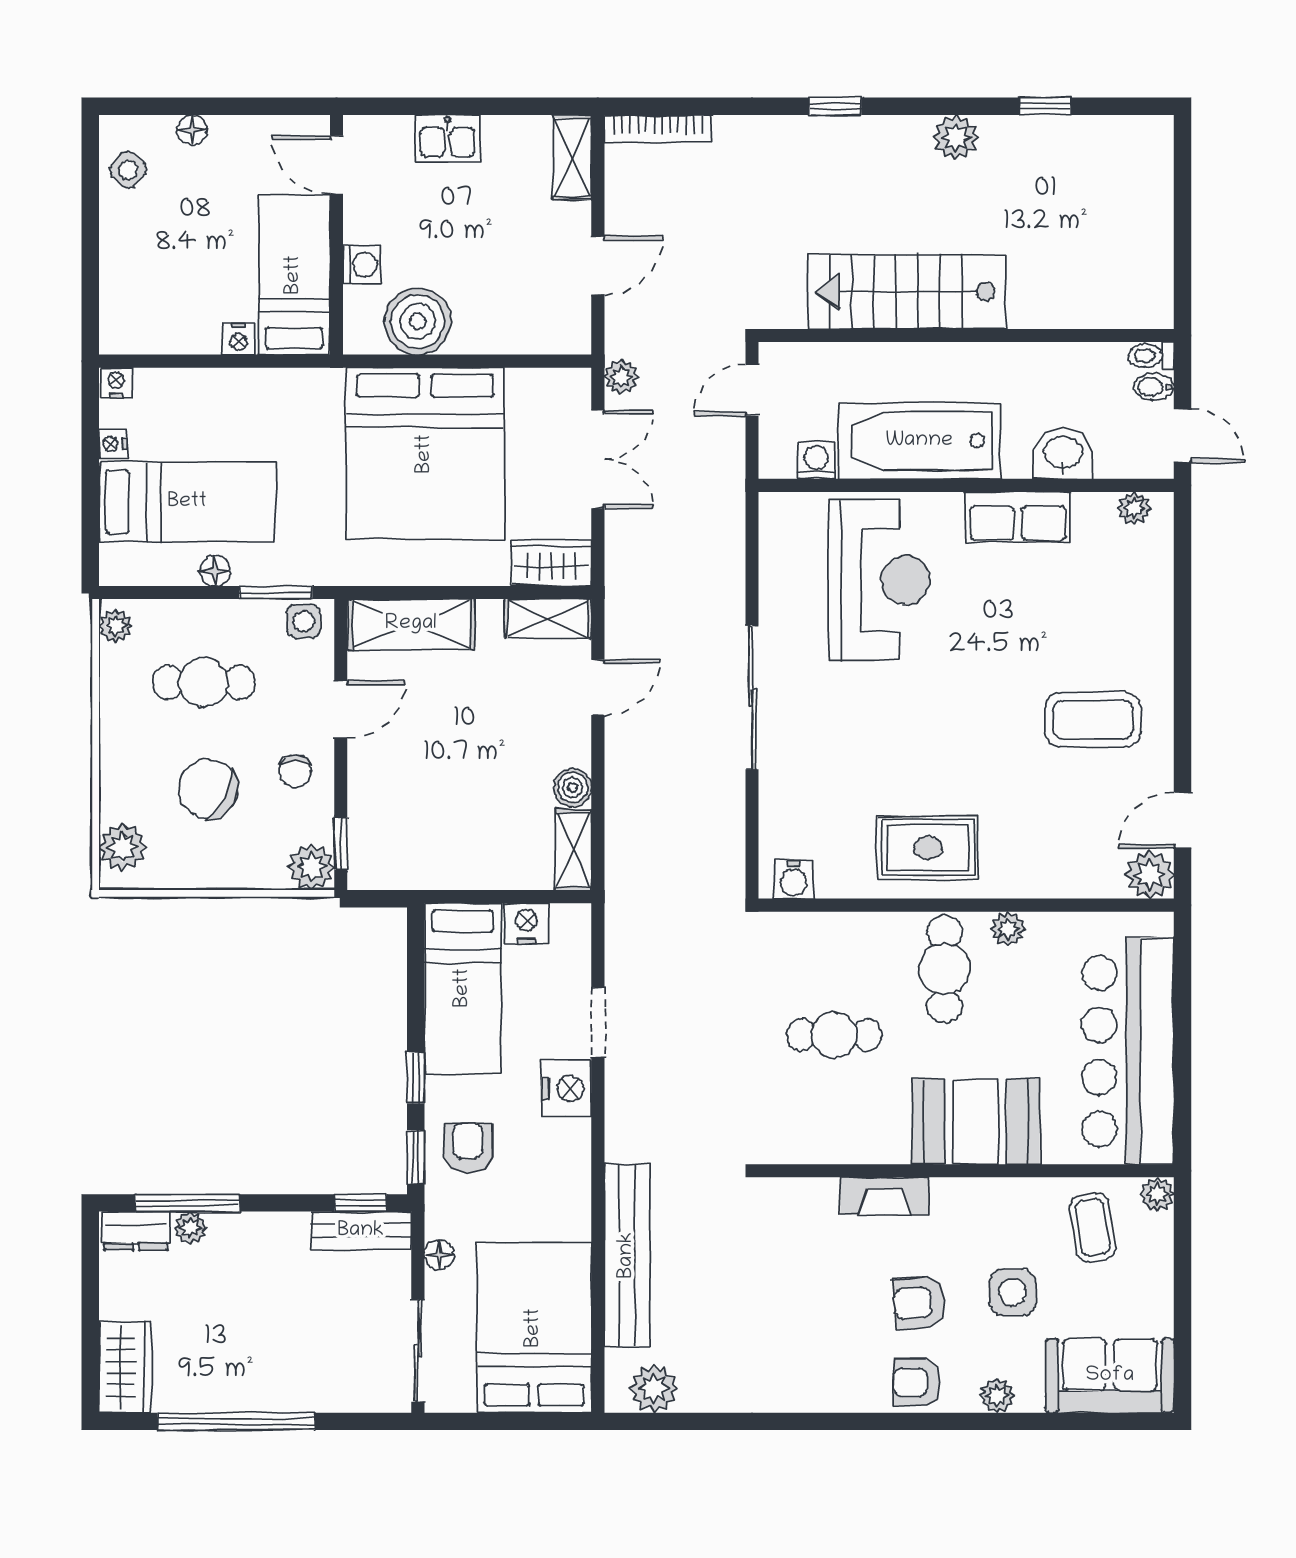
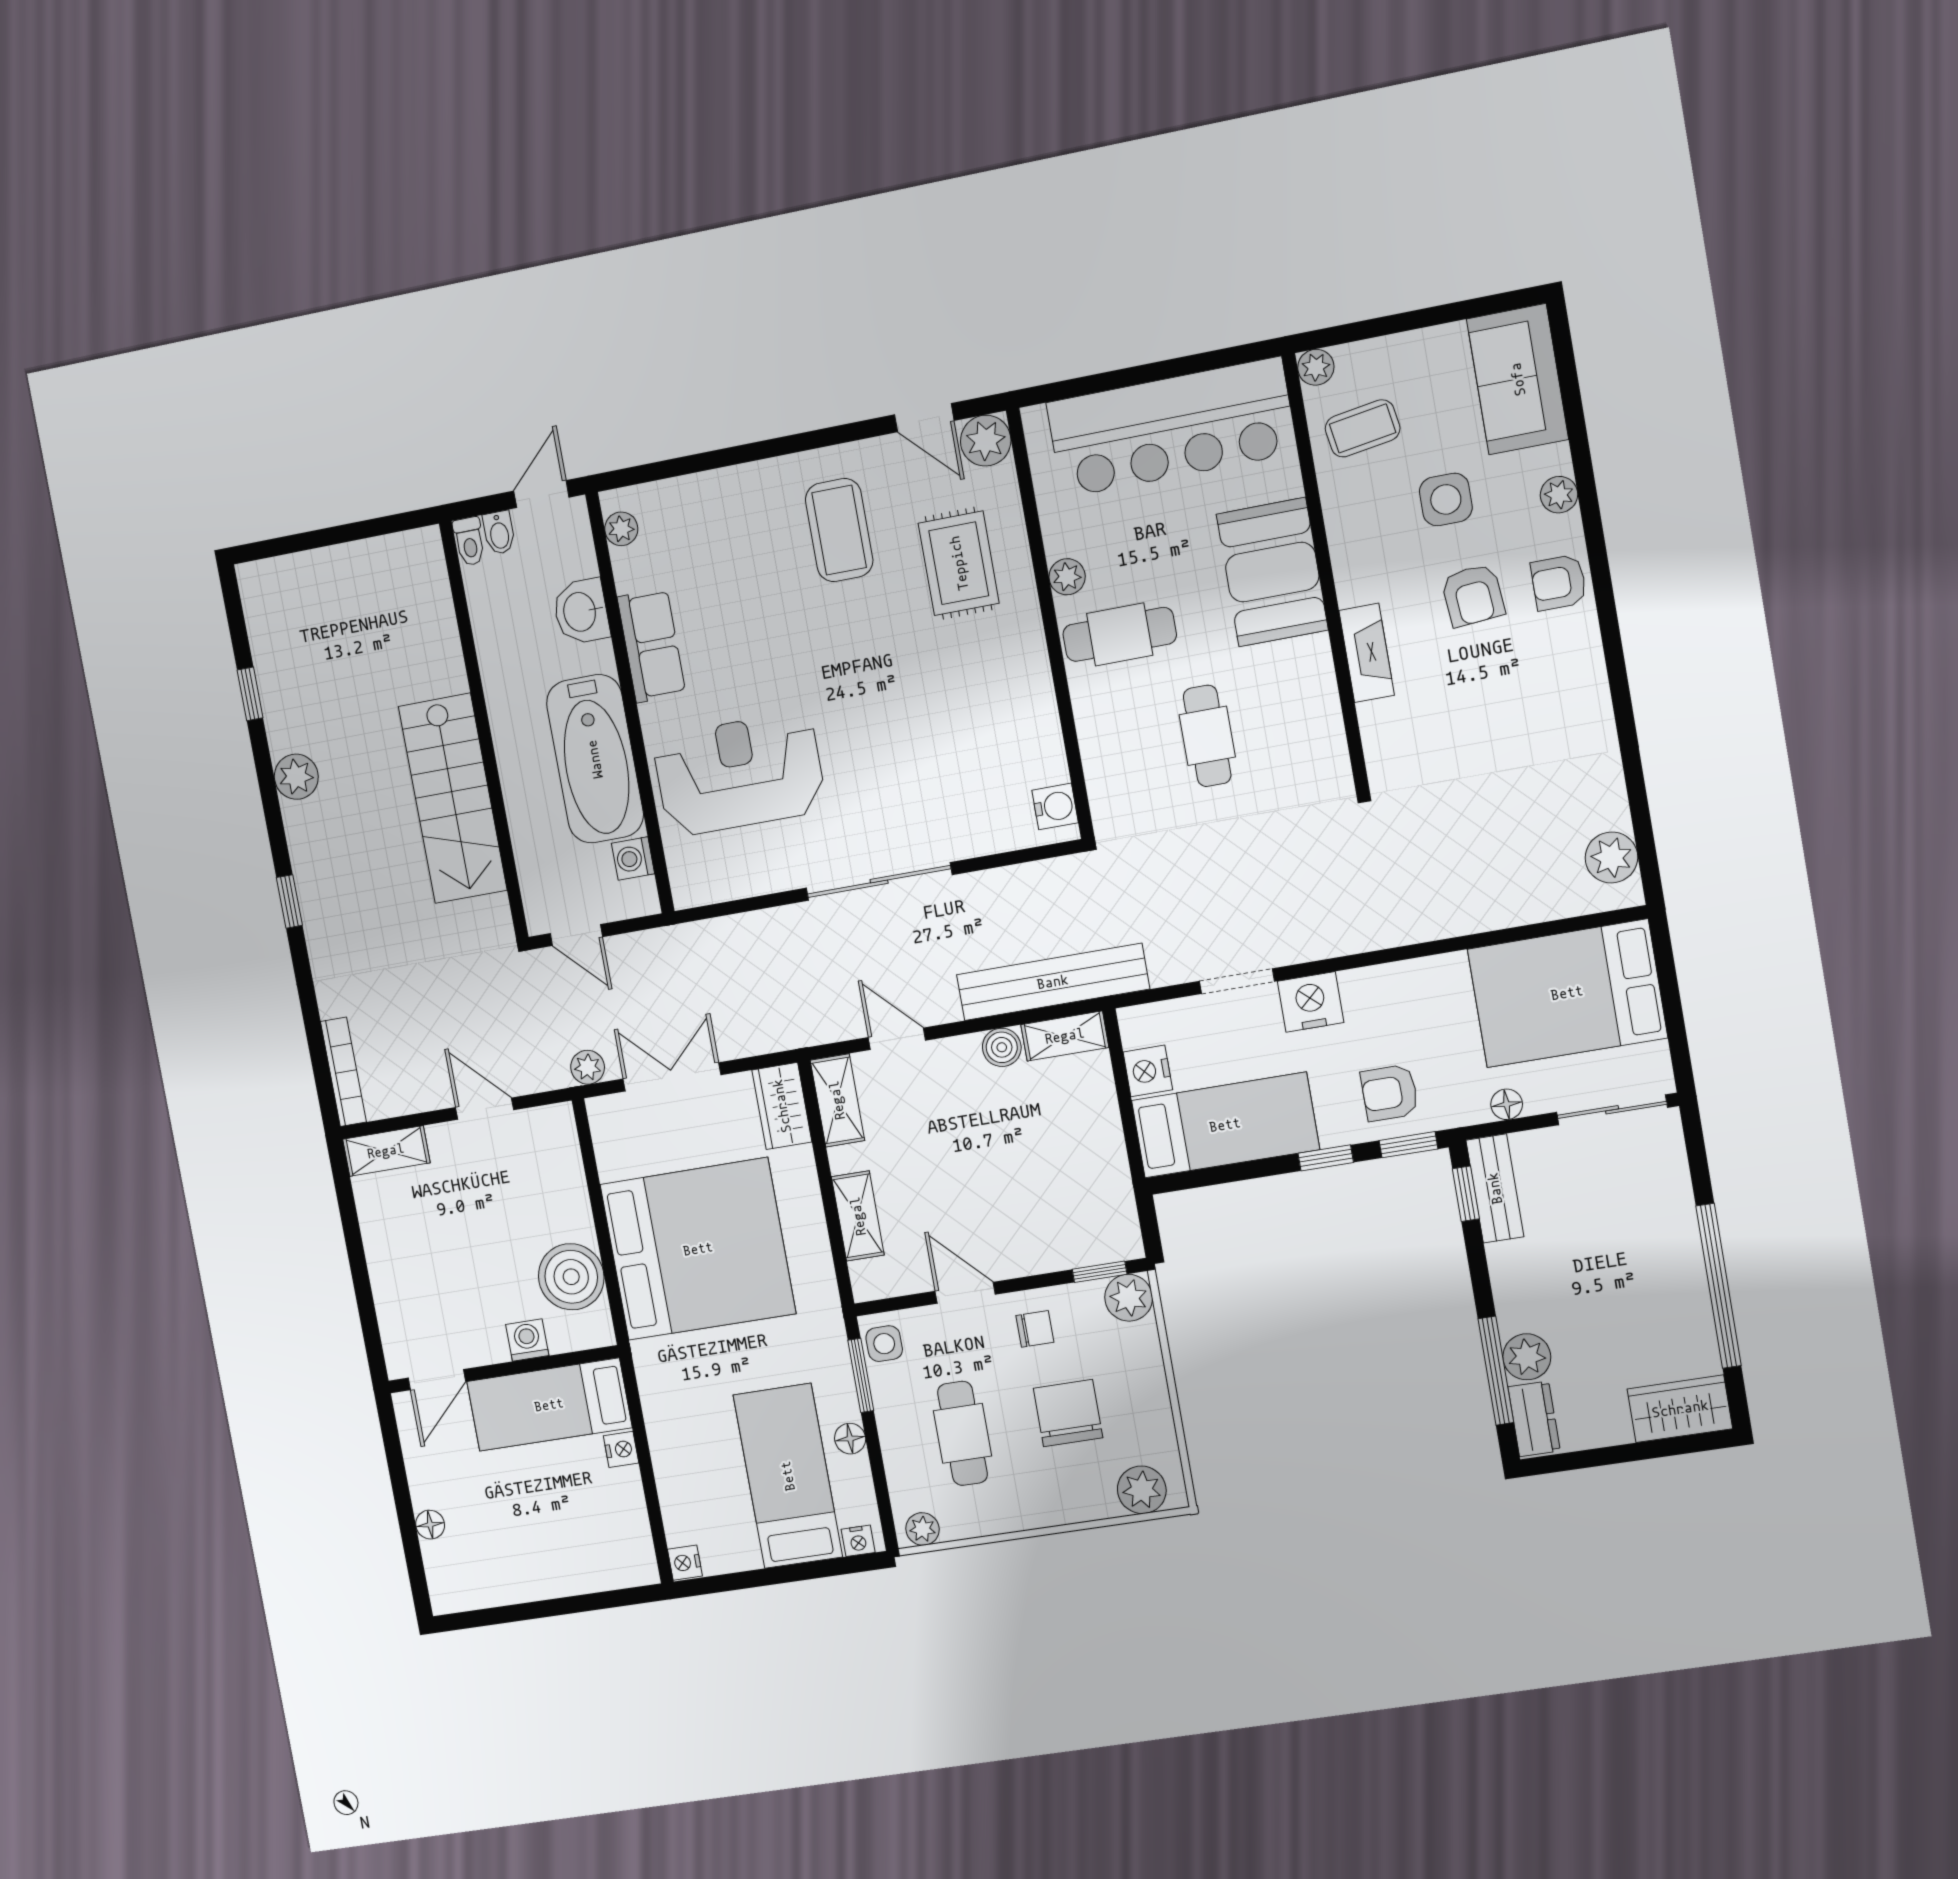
kitchen sink: (448, 139) -> (392, 1276), removed
side table: (128, 170) -> (480, 1581), removed
nightstand: (113, 444) -> (858, 1541), moved
shelving: (411, 624) -> (858, 1216), width x0.67, depth x0.75
chair: (208, 789) -> (1068, 1413), turned 153
rug: (928, 848) -> (959, 563), moved
plant: (190, 1228) -> (1527, 1357), width x1.38, depth x1.38
bench: (627, 1255) -> (1053, 982), moved
armchair: (917, 1382) -> (1559, 583), turned 90

